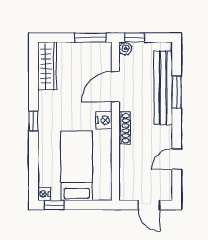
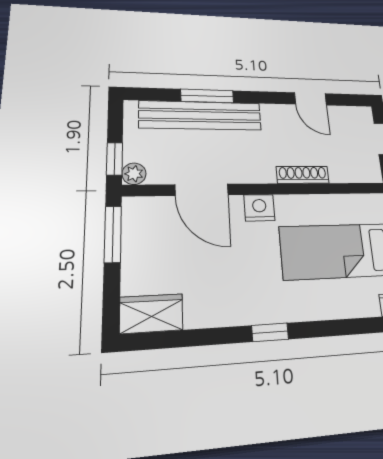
wardrobe: (47, 66) -> (151, 314), width x0.67
shoe rack: (124, 128) -> (303, 175), moved

